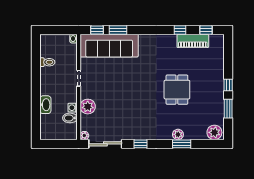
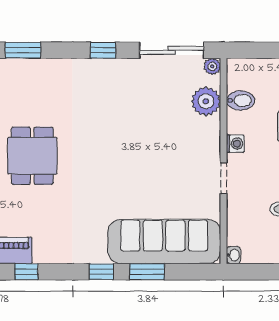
window: (97, 30) -> (101, 272), moved
plant: (88, 107) -> (206, 101), moved
washing machine: (73, 108) -> (235, 144), moved
plant: (178, 134) -> (30, 68), removed

